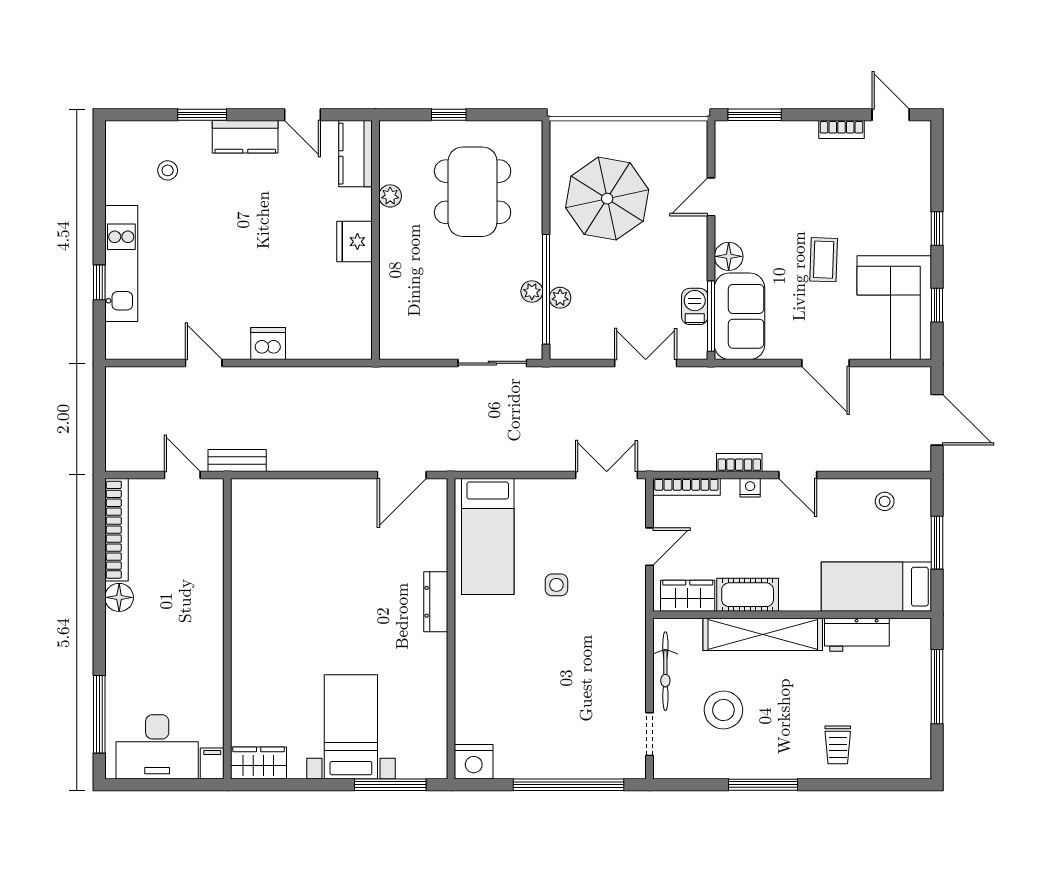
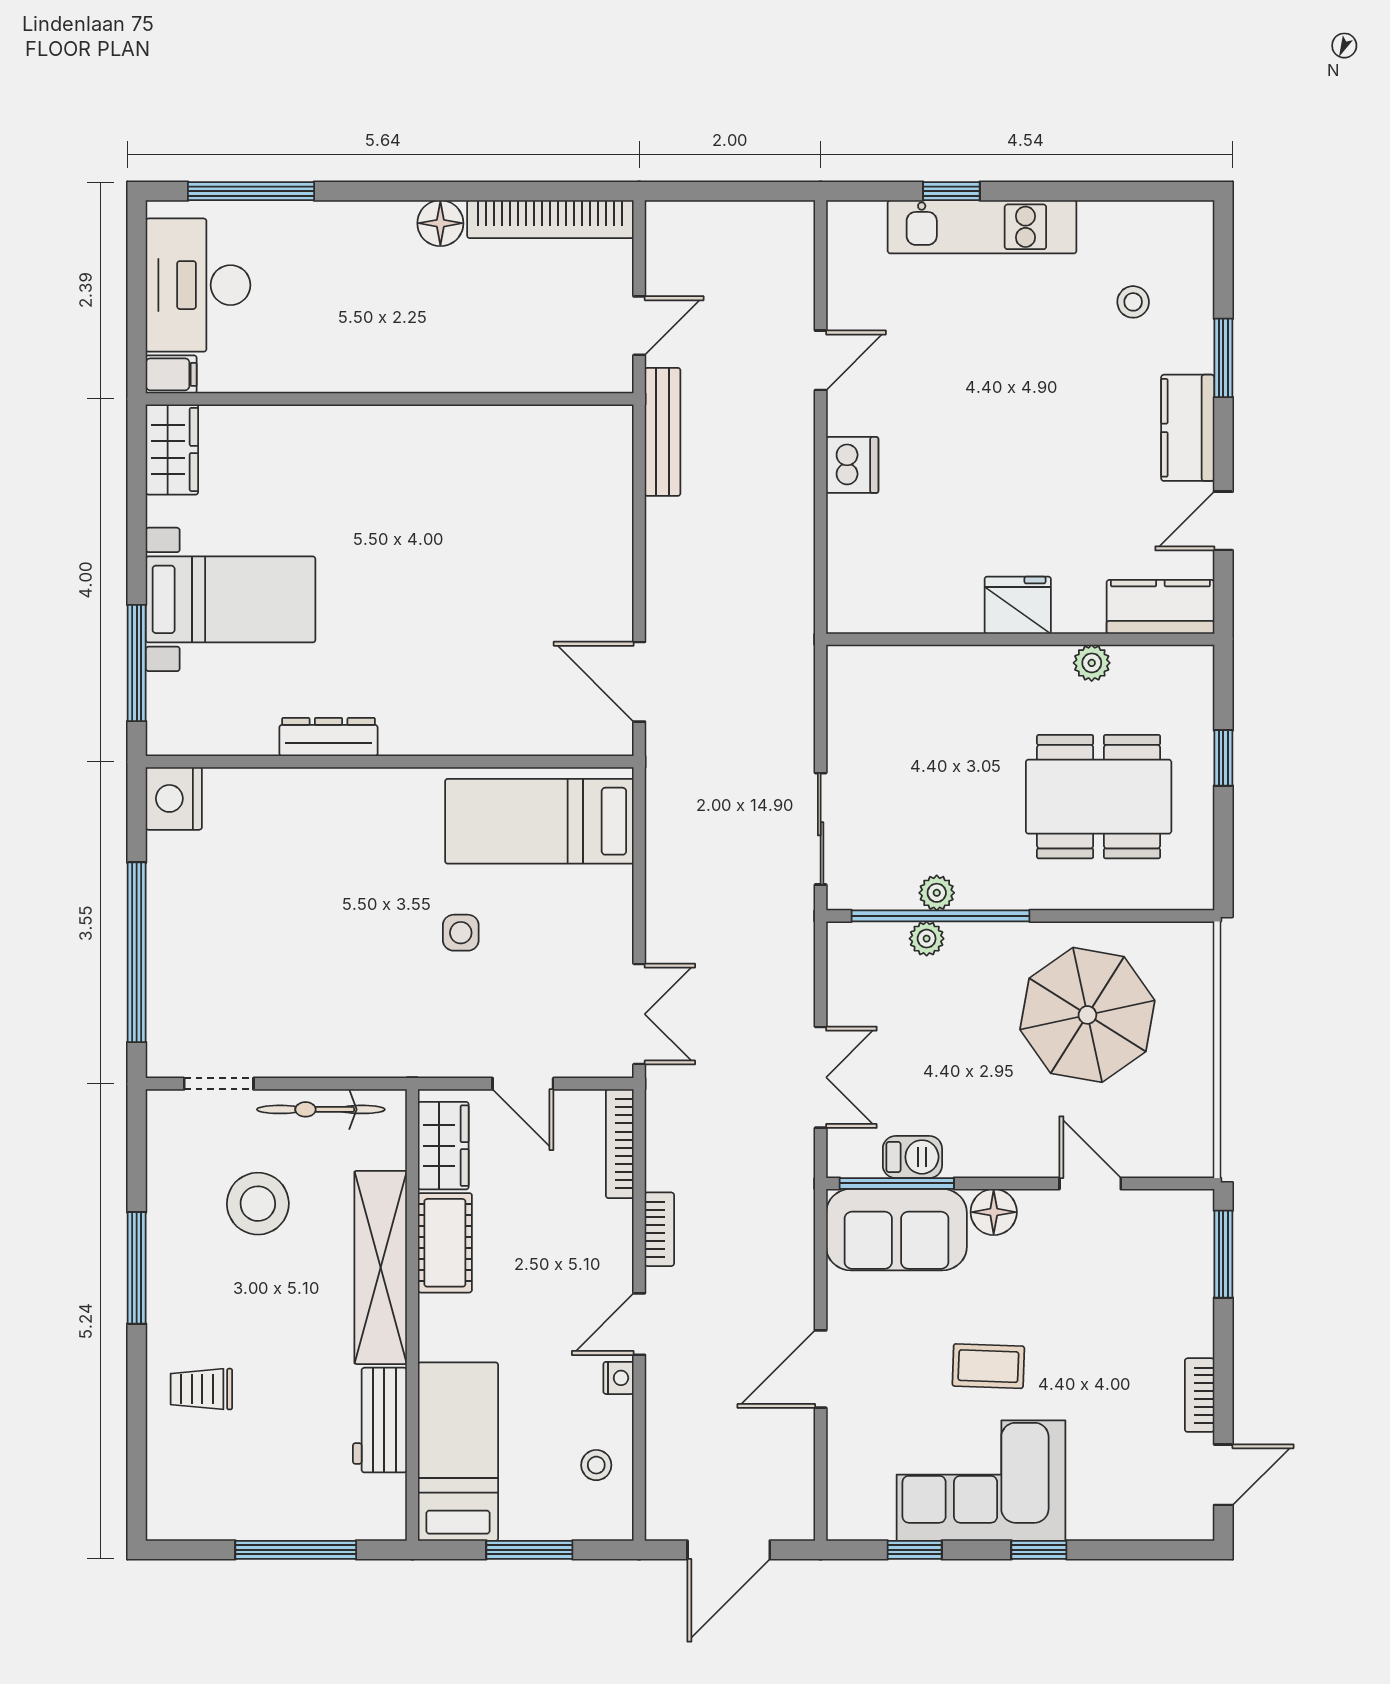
corner sofa: (894, 308) -> (981, 1481), moved
bench: (237, 461) -> (663, 432), width x1.36
nightstand: (750, 488) -> (619, 1378), moved
dresser: (436, 602) -> (328, 737), moved

